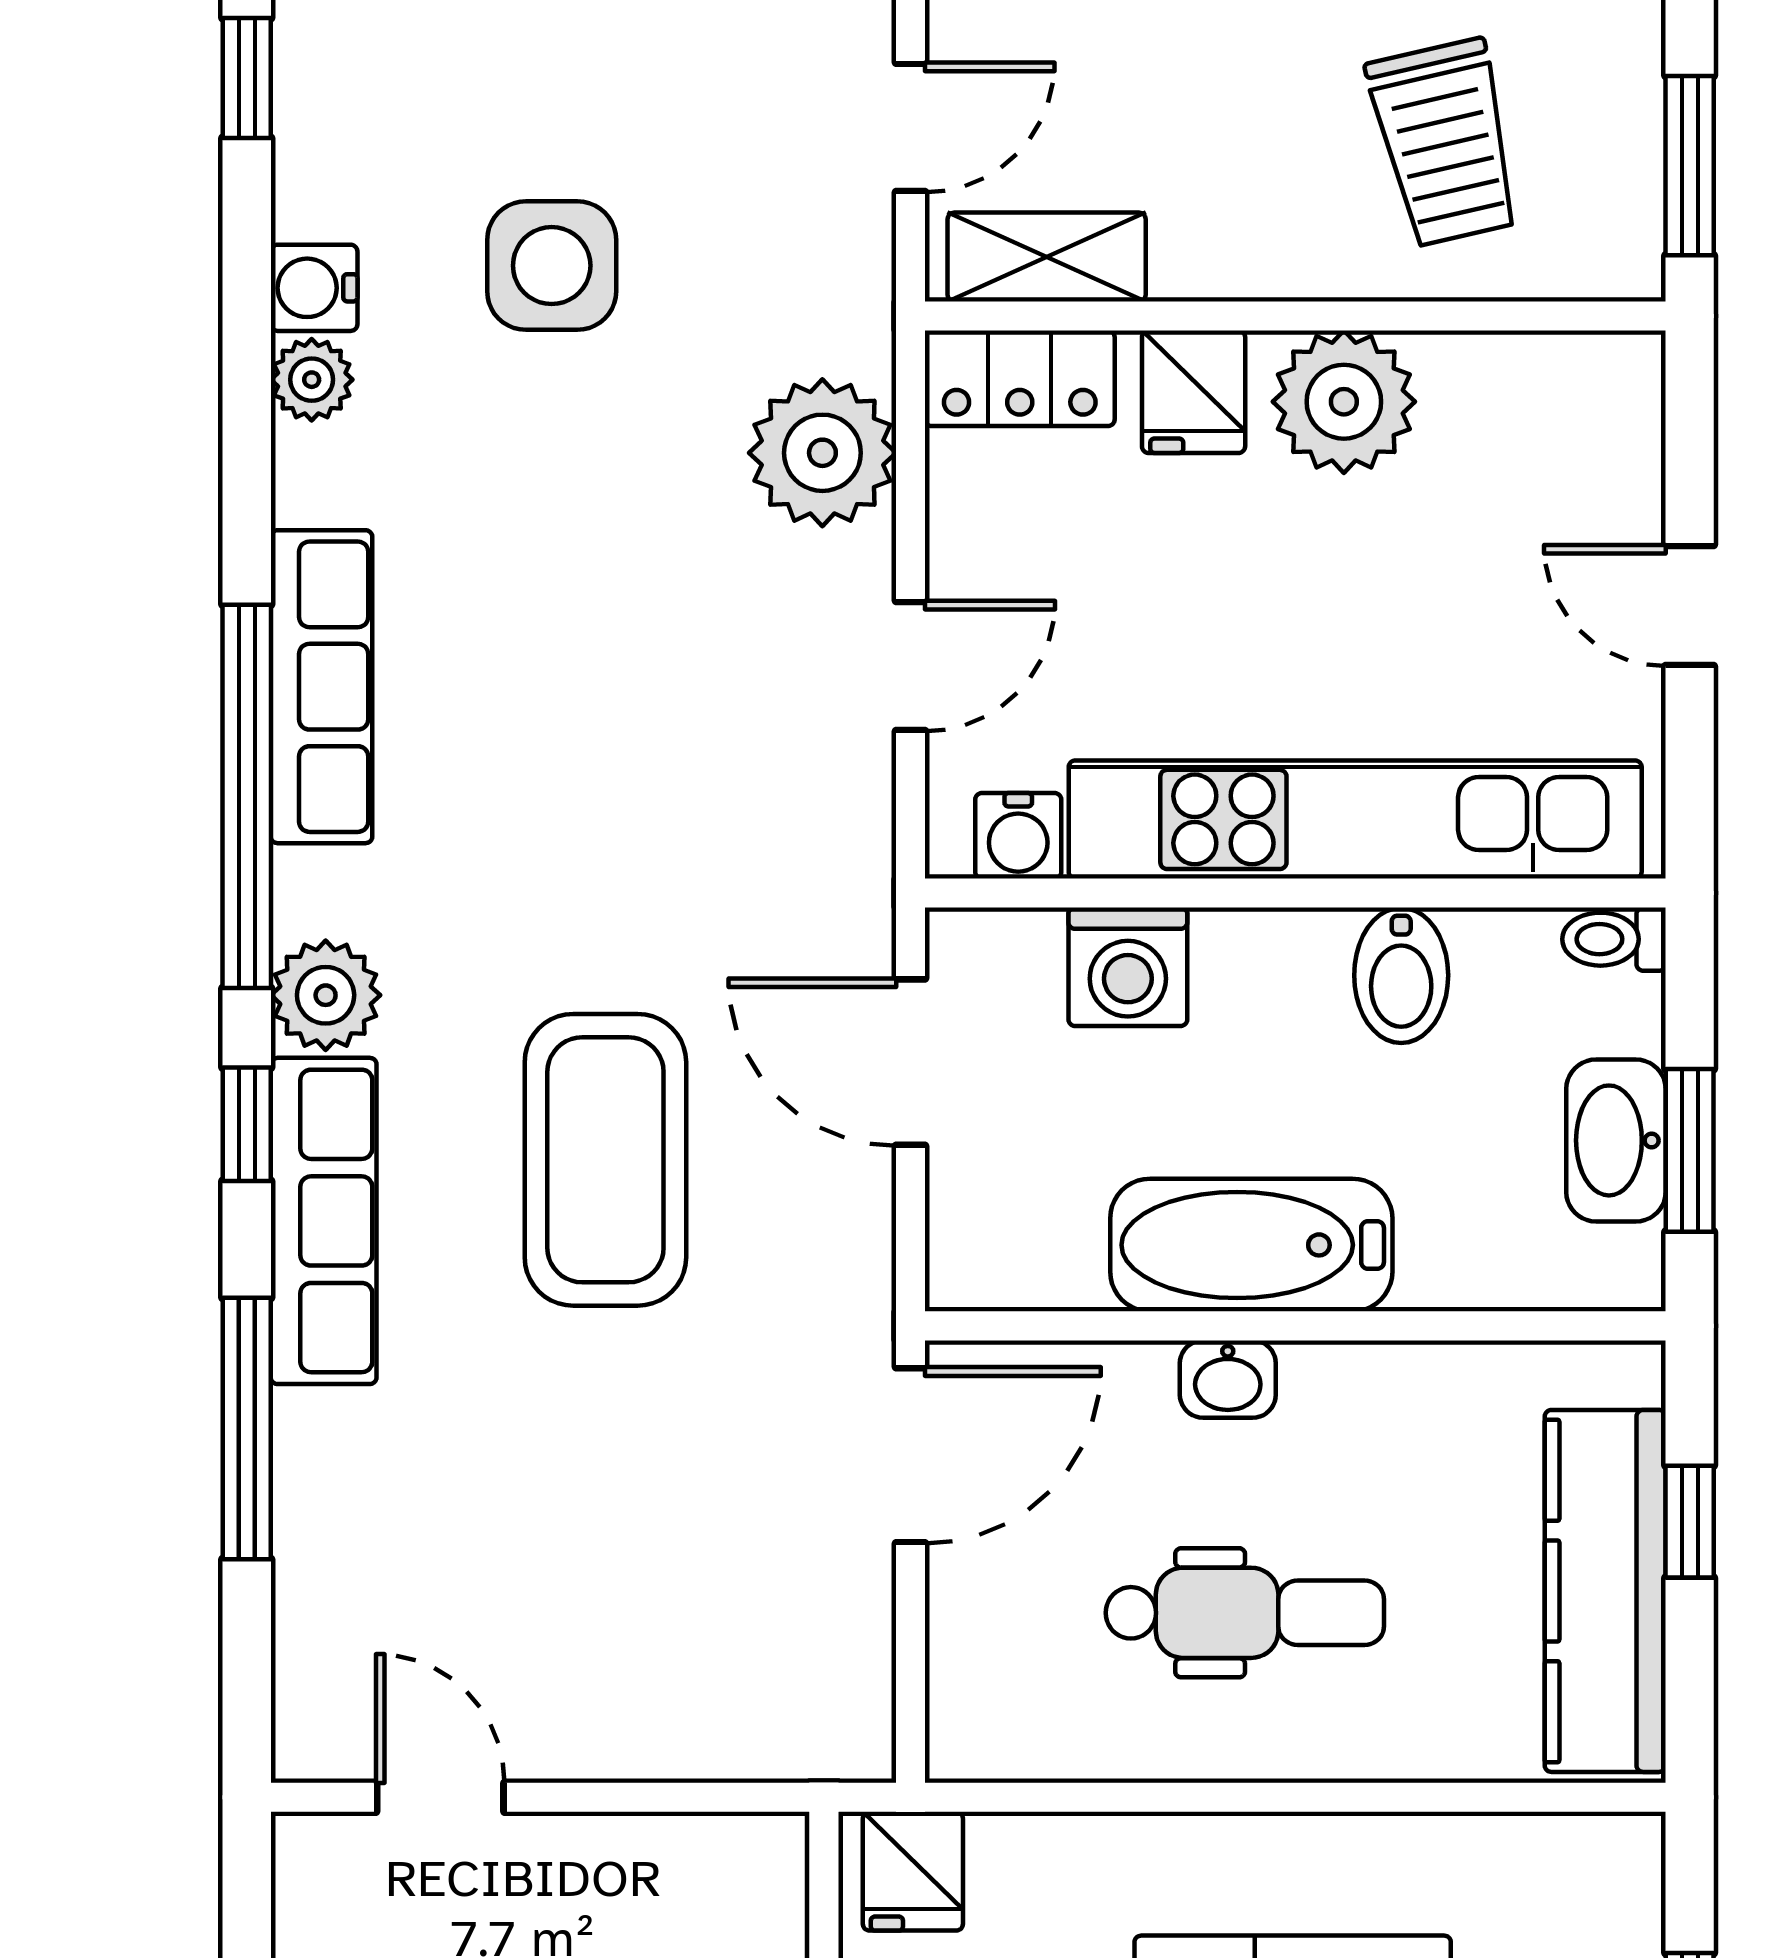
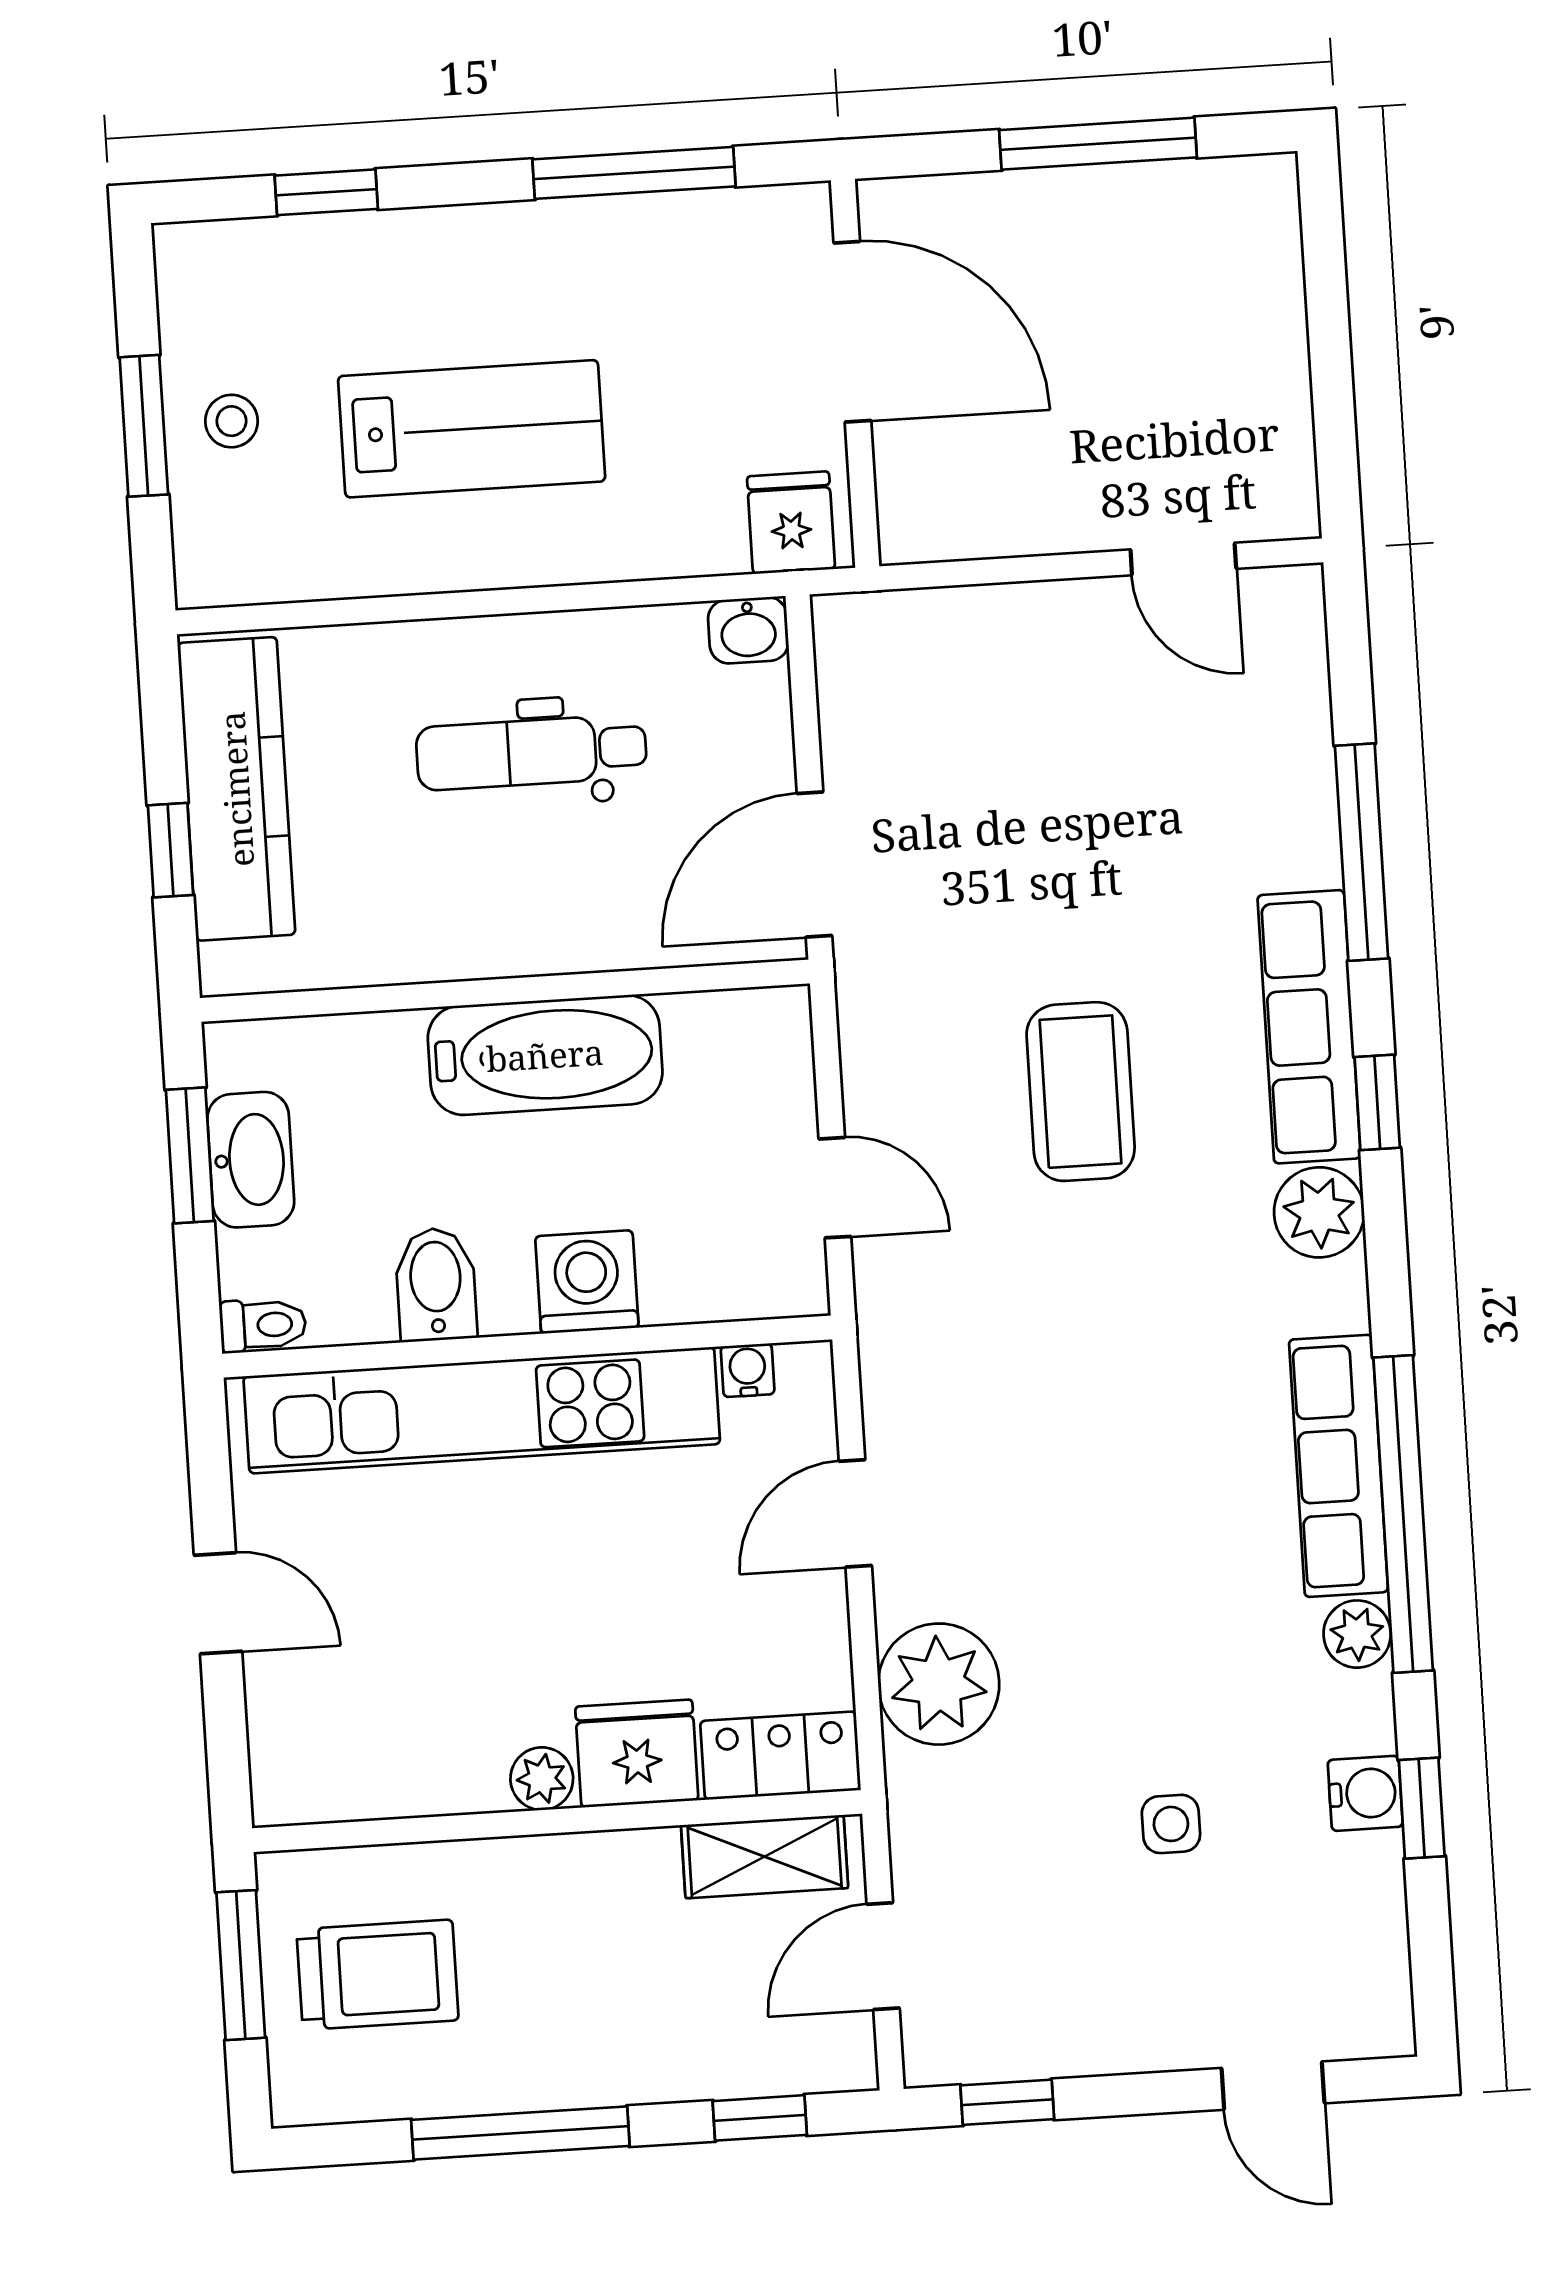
window: (247, 78) -> (1422, 1808), moved
trolley: (1445, 143) -> (378, 1975), moved, turned 103
side table: (552, 266) -> (1171, 1824), width x0.54, depth x0.54
plant: (312, 380) -> (1357, 1634), moved
fridge: (1194, 392) -> (637, 1753), width x1.38
plant: (1344, 402) -> (542, 1779), width x0.53, depth x0.53
window: (247, 796) -> (1403, 1514), moved
water cooler: (1018, 836) -> (748, 1370), width x0.72, depth x0.72
washing machine: (1128, 967) -> (587, 1282), moved
door: (910, 1062) -> (835, 1188), width x0.73
coffee table: (605, 1160) -> (1081, 1092), width x0.73, depth x0.76
washbasin: (1228, 1379) -> (748, 630), moved, turned 180

